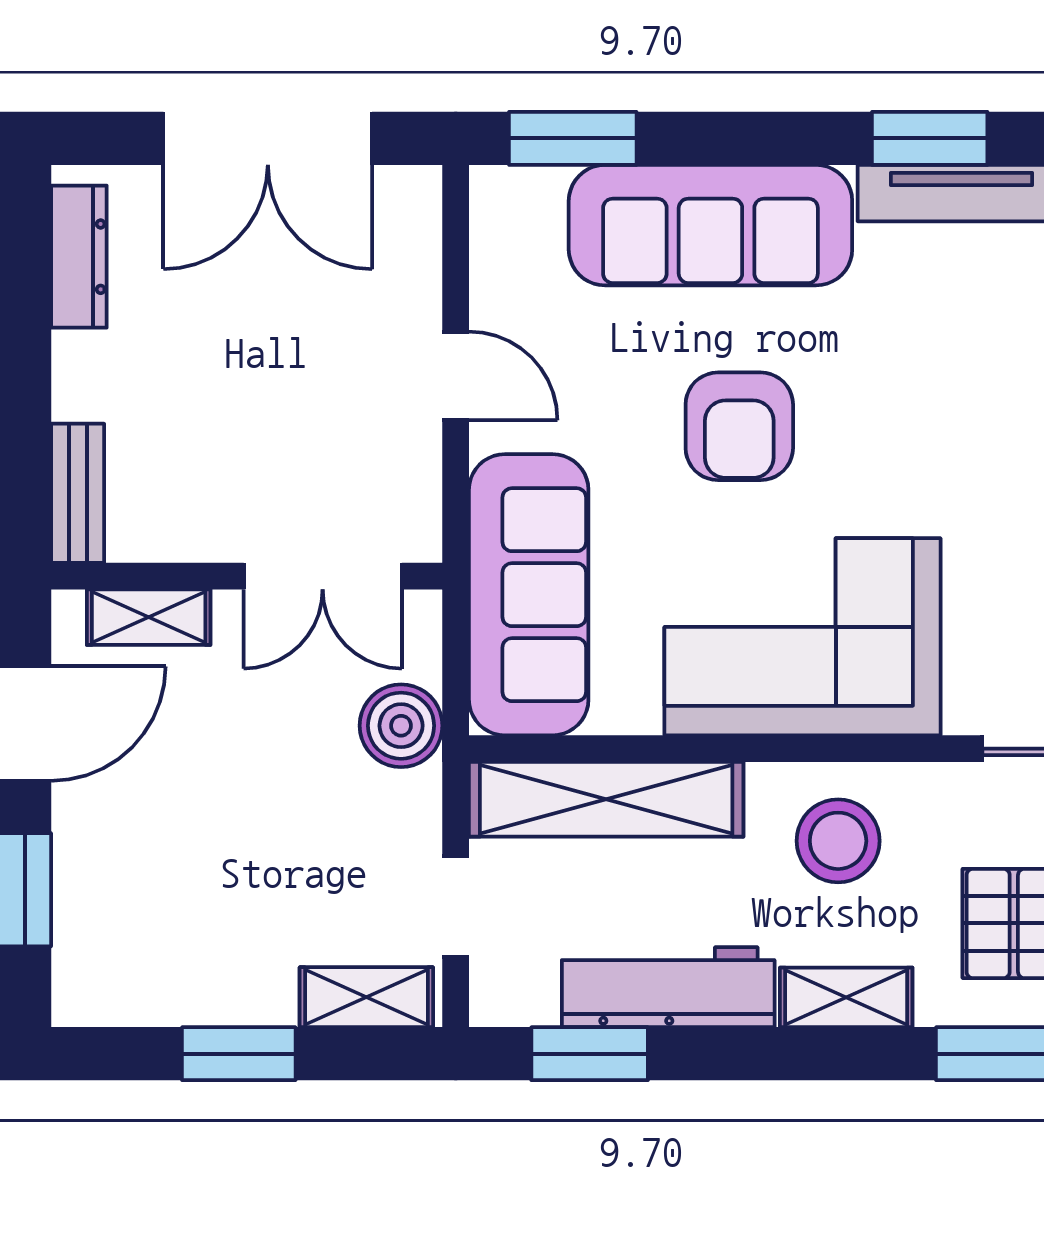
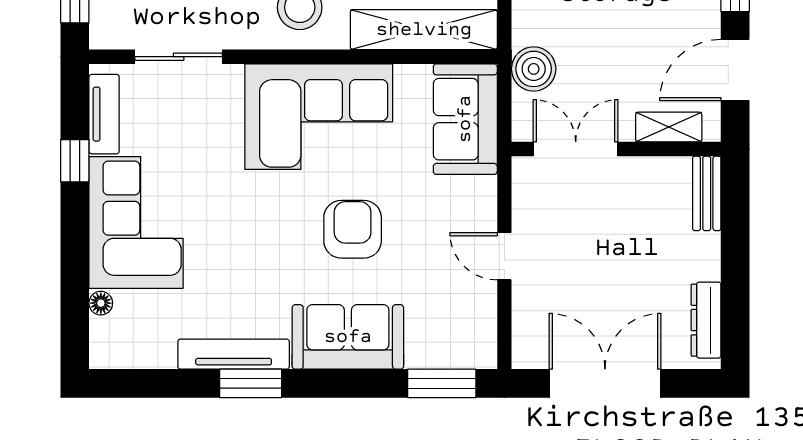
sofa: (710, 225) -> (348, 337), width x0.73
sofa: (529, 595) -> (465, 119), width x0.73

